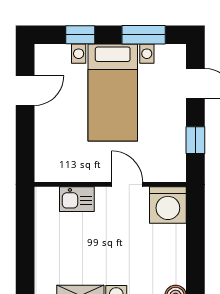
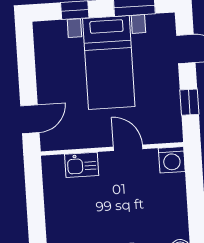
door: (25, 91) -> (30, 119), moved
washing machine: (168, 205) -> (172, 160), width x0.73, depth x0.73

